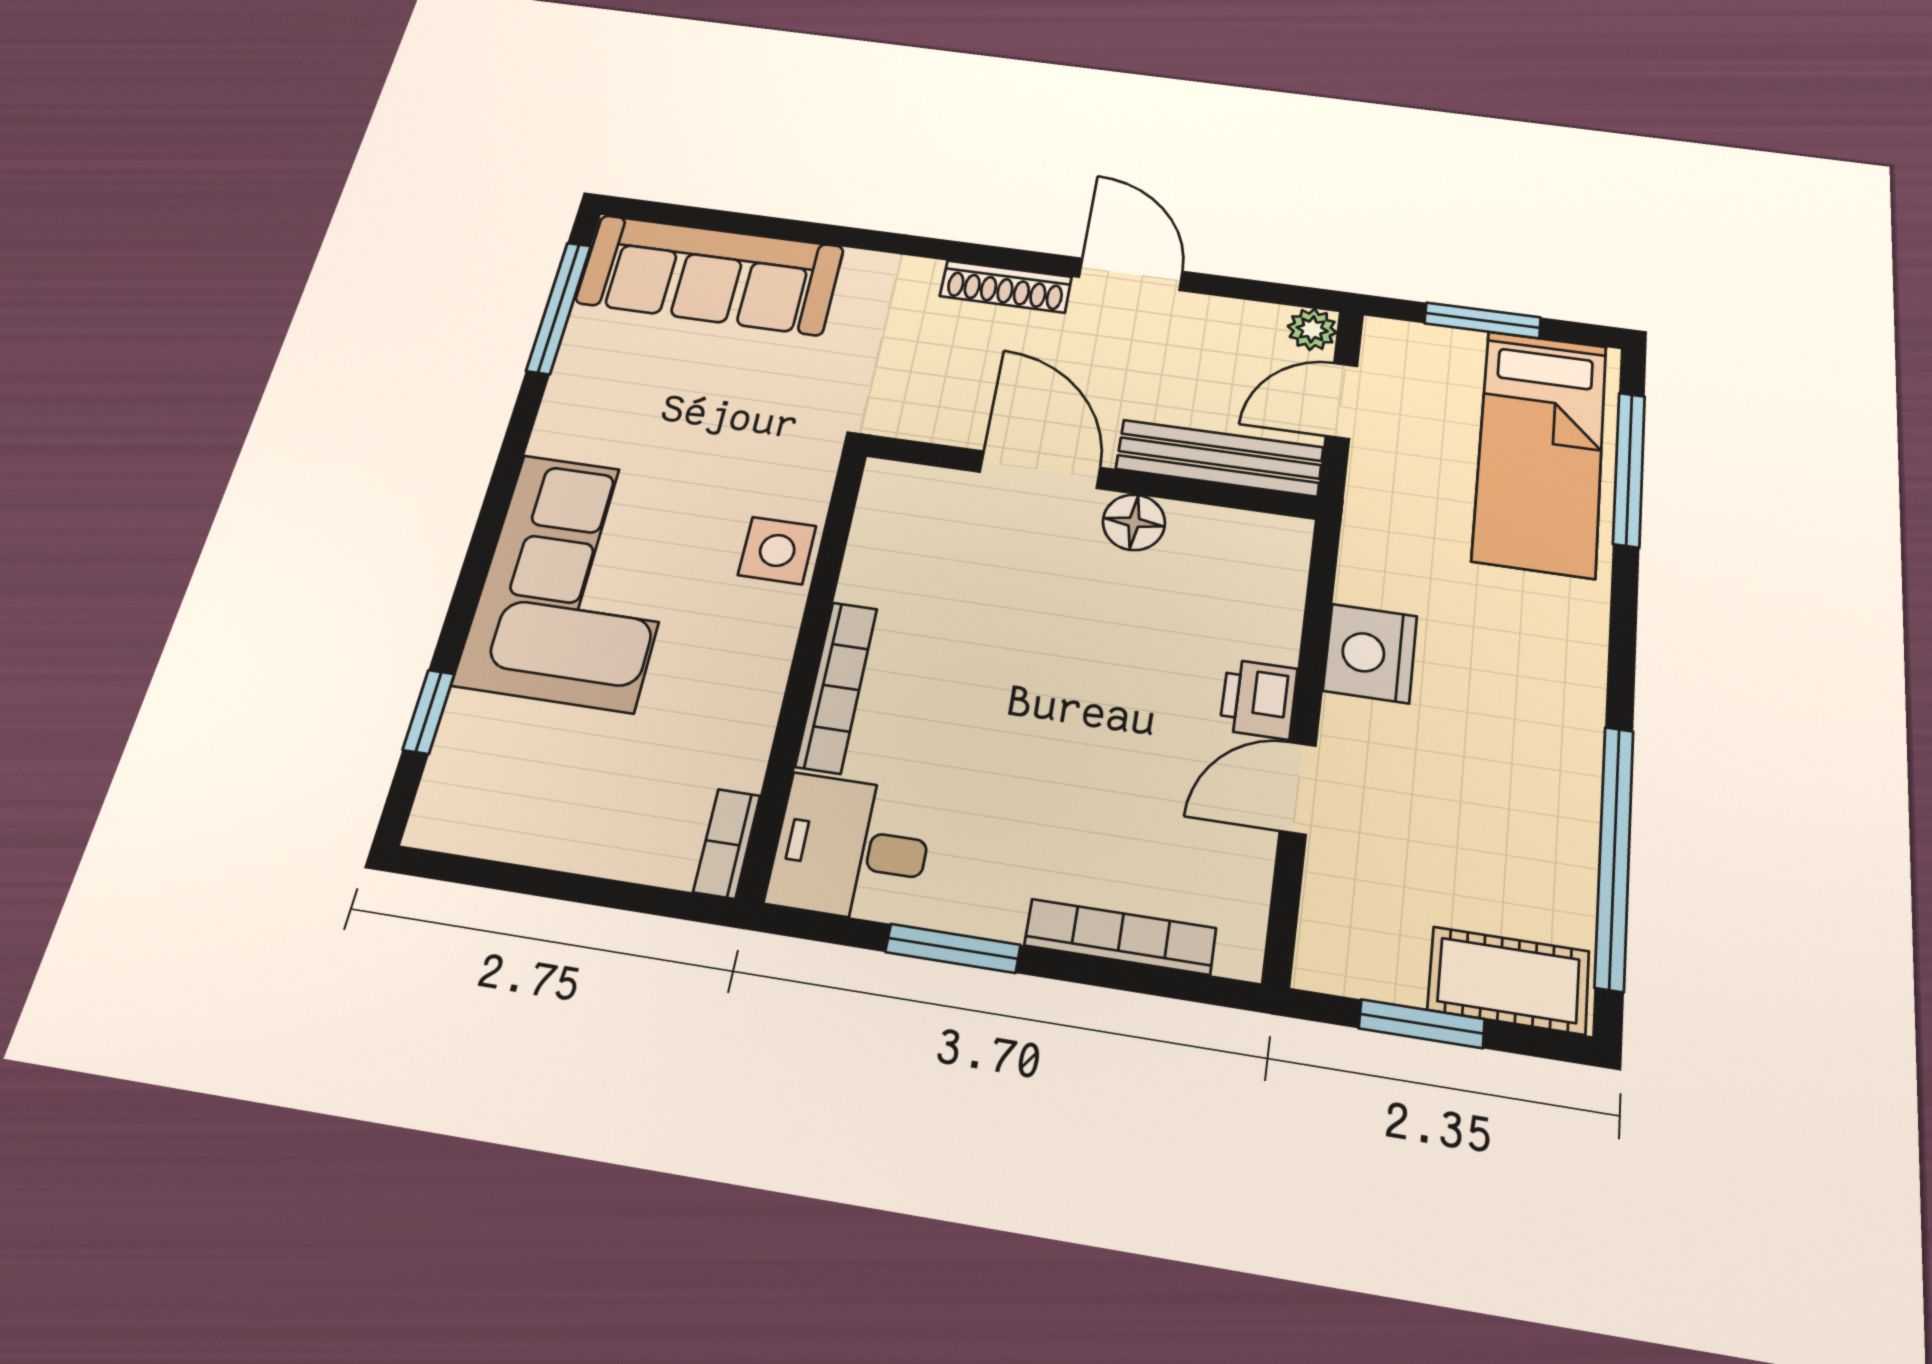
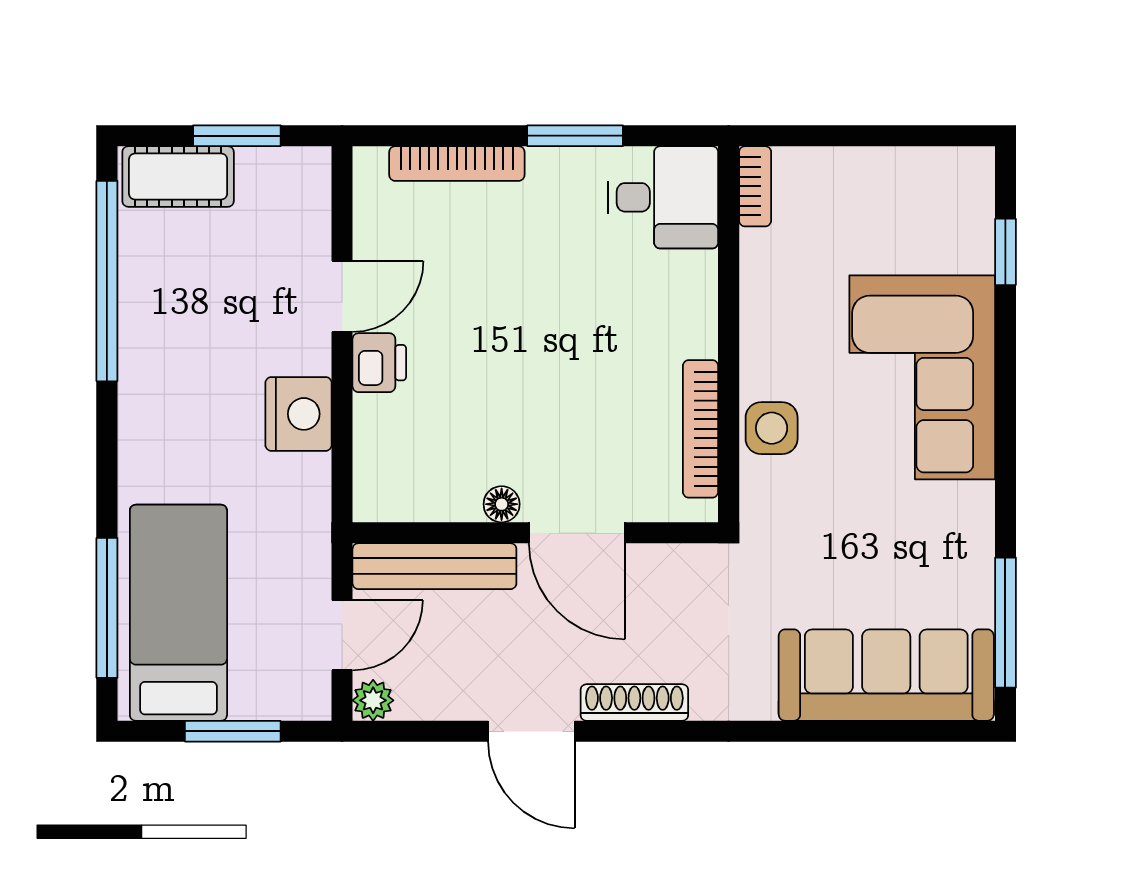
floor lamp: (1134, 522) -> (502, 504), width x0.73, depth x0.73
bookcase: (837, 687) -> (701, 429), moved

